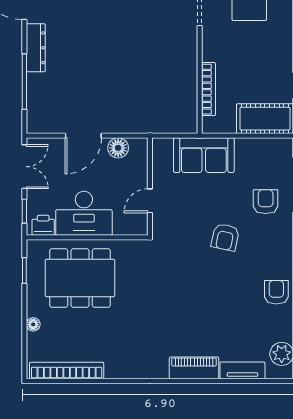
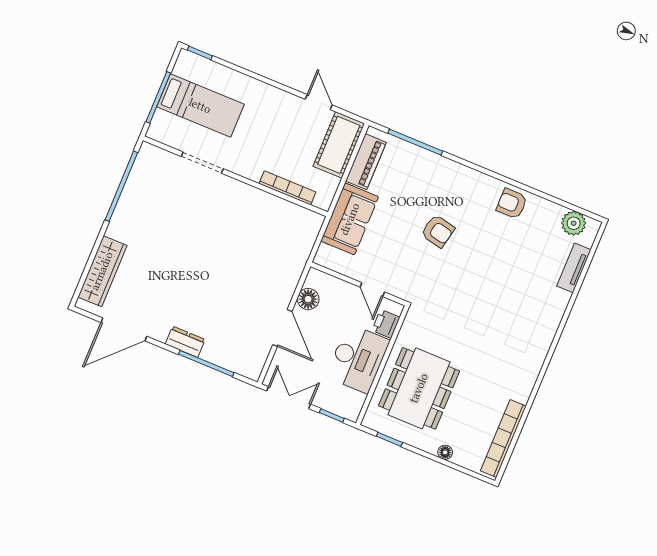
dresser: (36, 48) -> (185, 342), width x0.70
armchair: (266, 202) -> (420, 178), removed
printer: (43, 225) -> (386, 324), moved
piano: (194, 368) -> (366, 162), moved, turned 180

